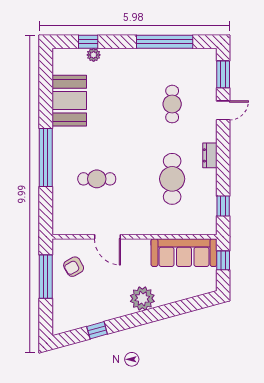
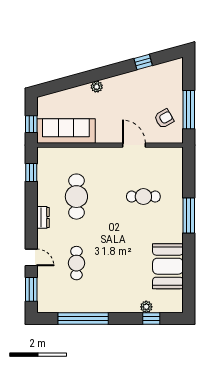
door: (223, 110) -> (31, 257), swing flipped
window: (46, 158) -> (189, 215), width x0.68
plant: (142, 298) -> (97, 87), width x0.53, depth x0.53

